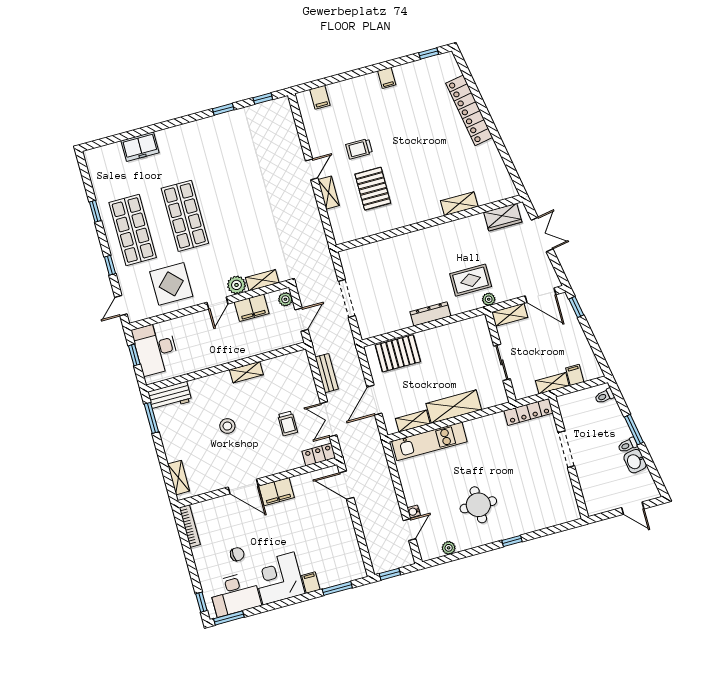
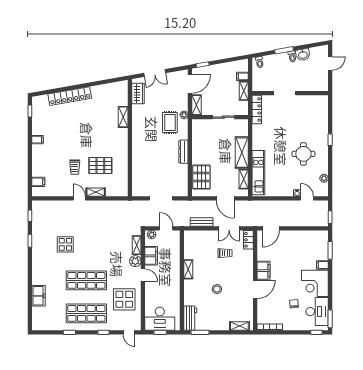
display table: (233, 167) -> (65, 244), added
double door: (542, 235) -> (155, 73), swing flipped

